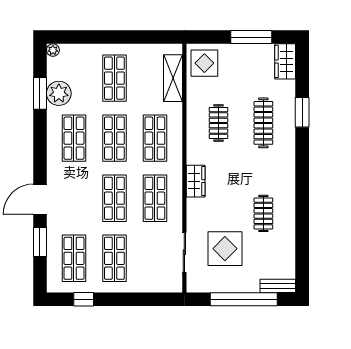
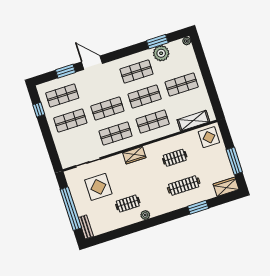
plant: (288, 193) -> (145, 215), added

